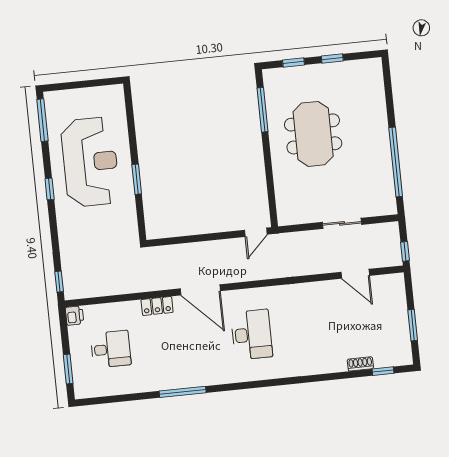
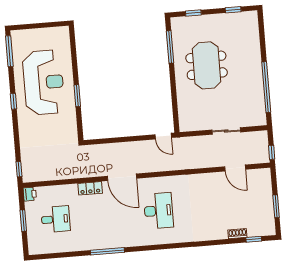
window: (332, 59) -> (233, 10), moved
door: (256, 232) -> (163, 136), hinge flipped
window: (68, 369) -> (23, 221), moved

